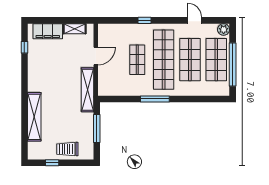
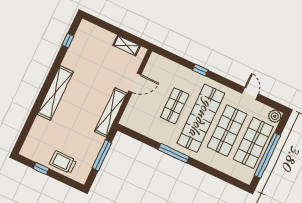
filing cabinet: (48, 31) -> (99, 35), removed
shelving: (34, 117) -> (55, 93), moved

